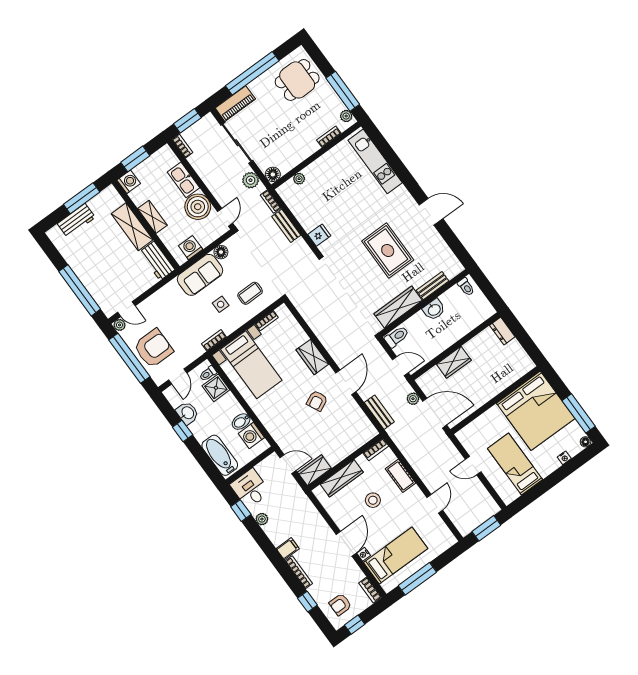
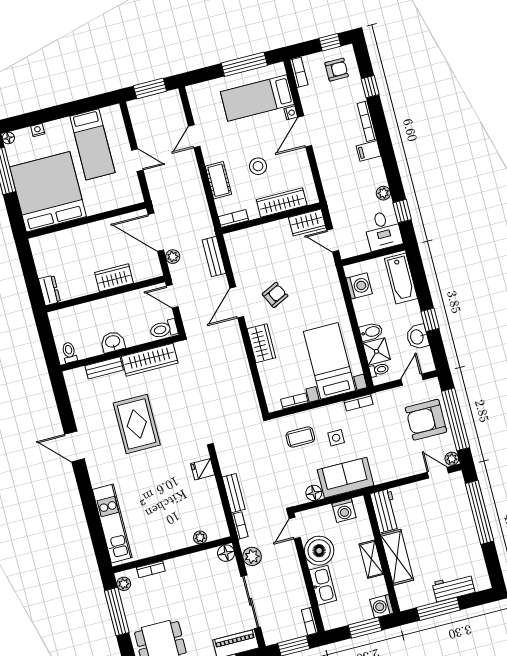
bidet: (241, 422) -> (371, 332), moved

